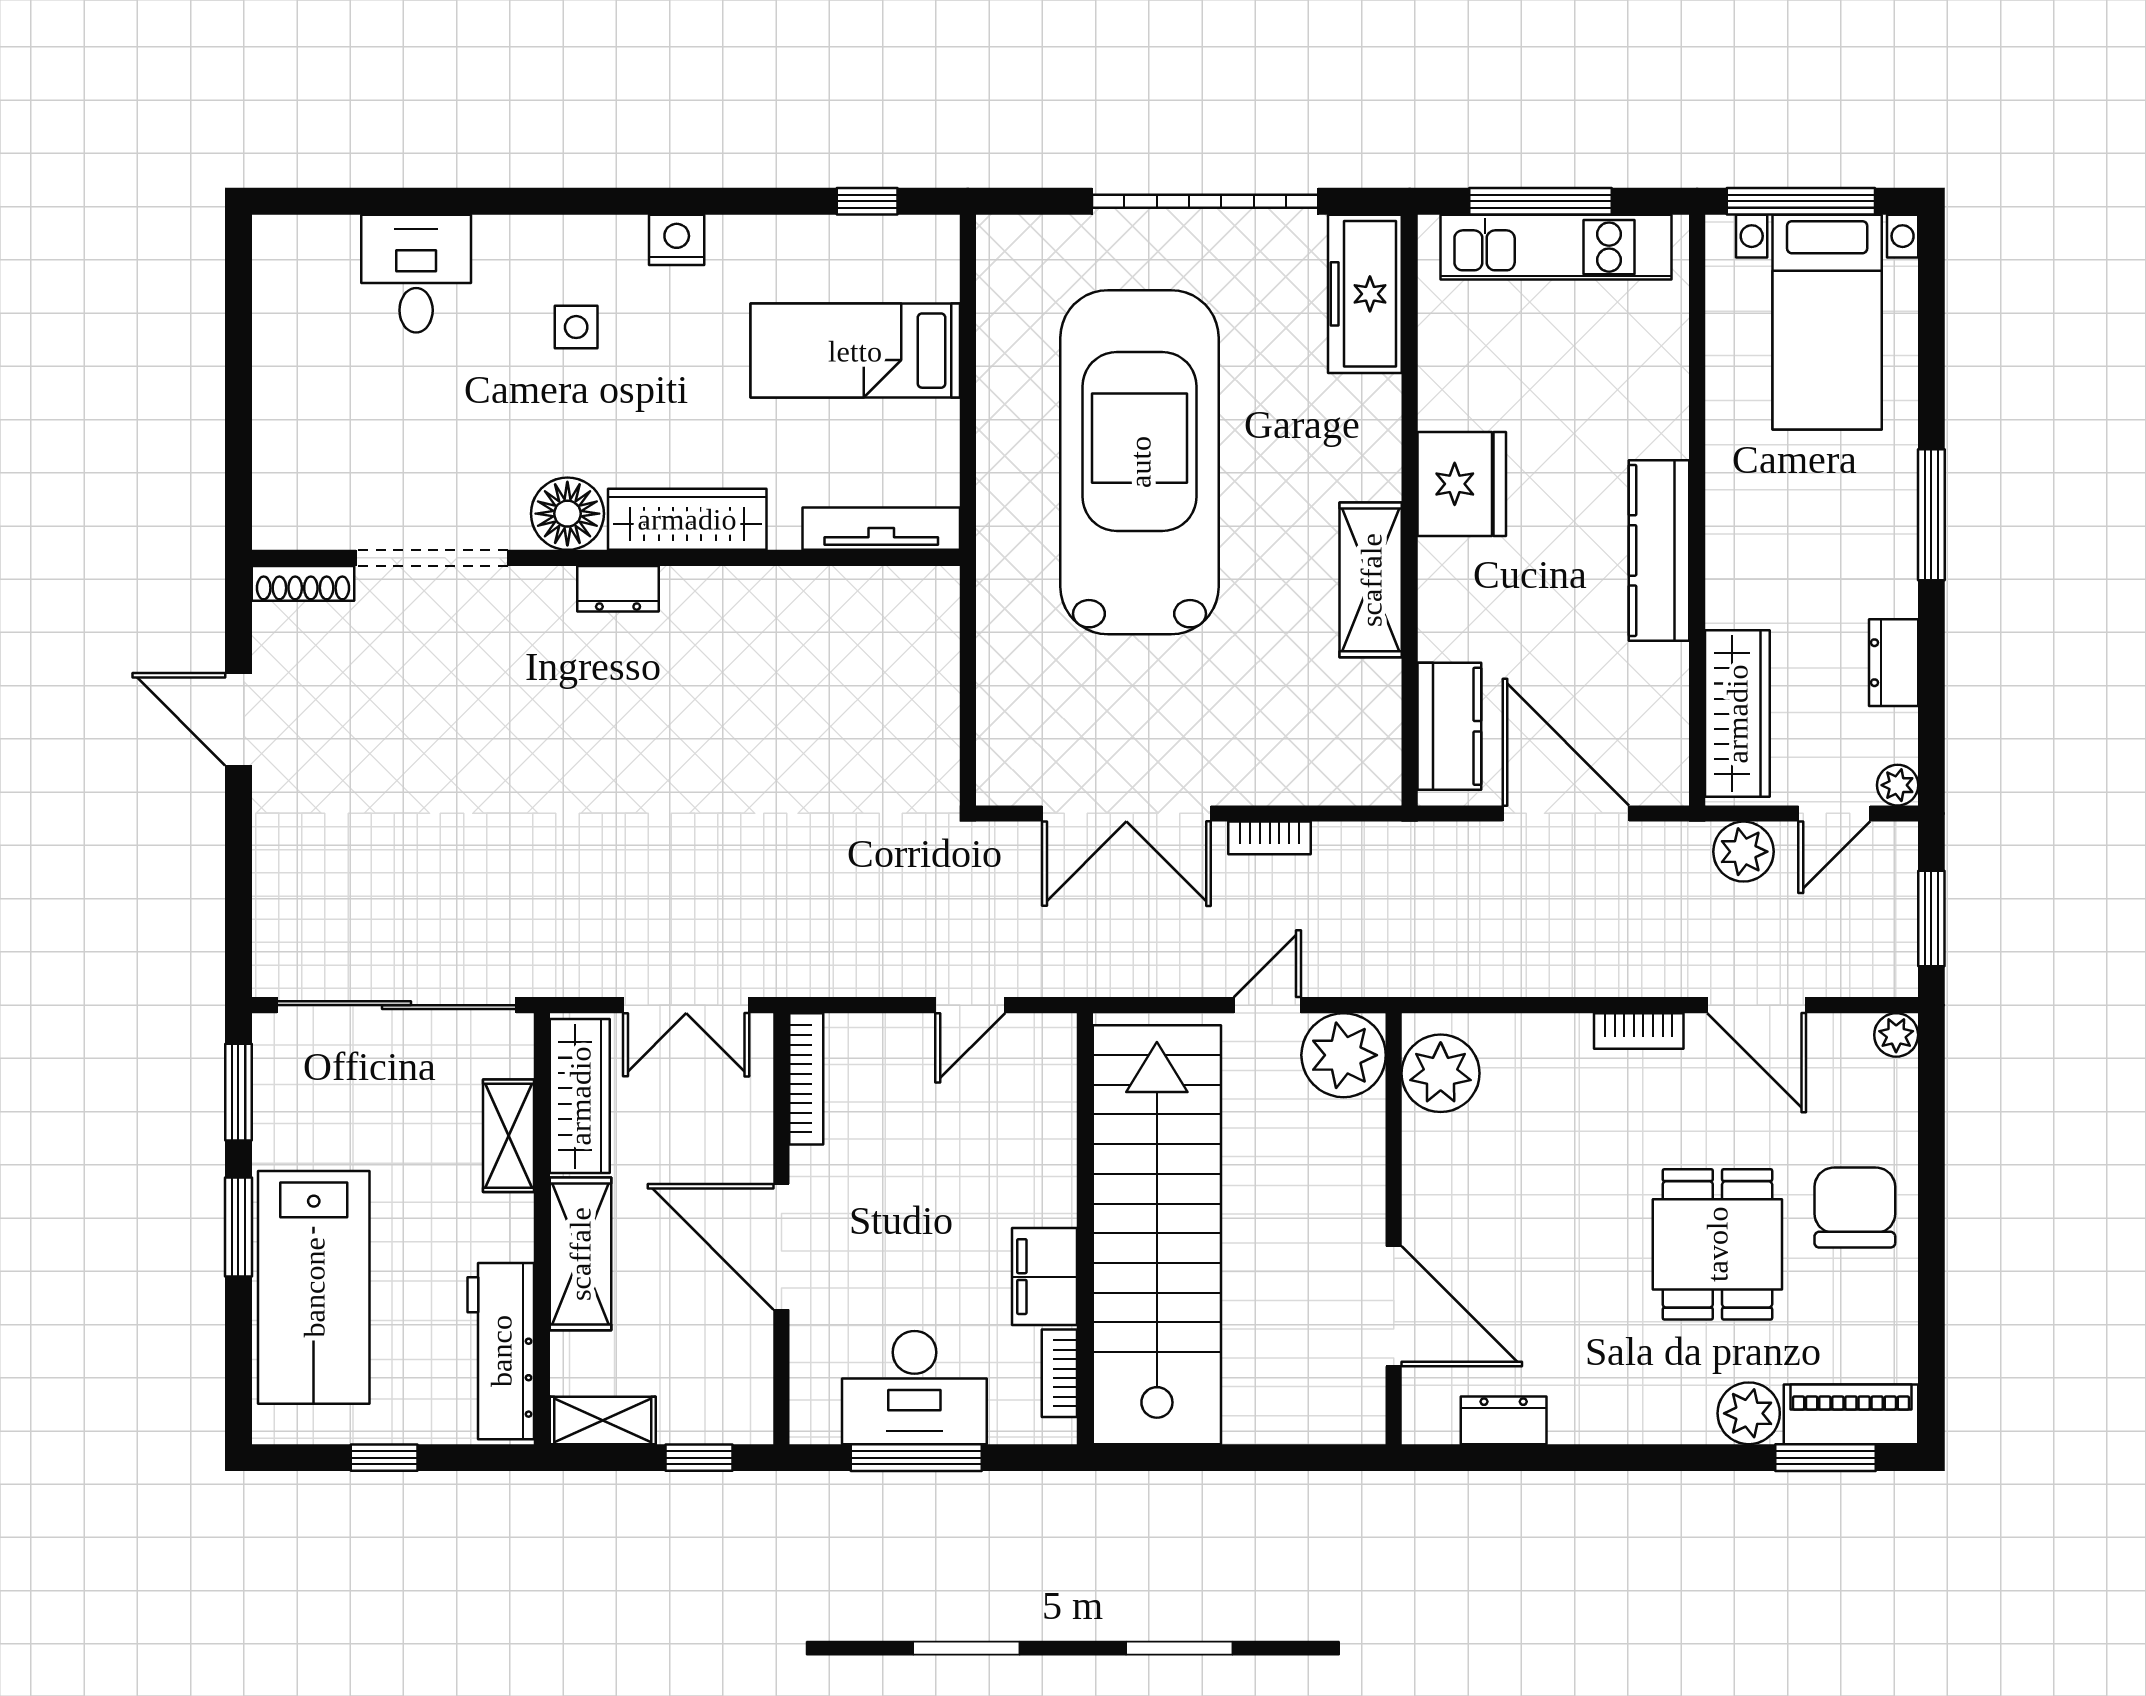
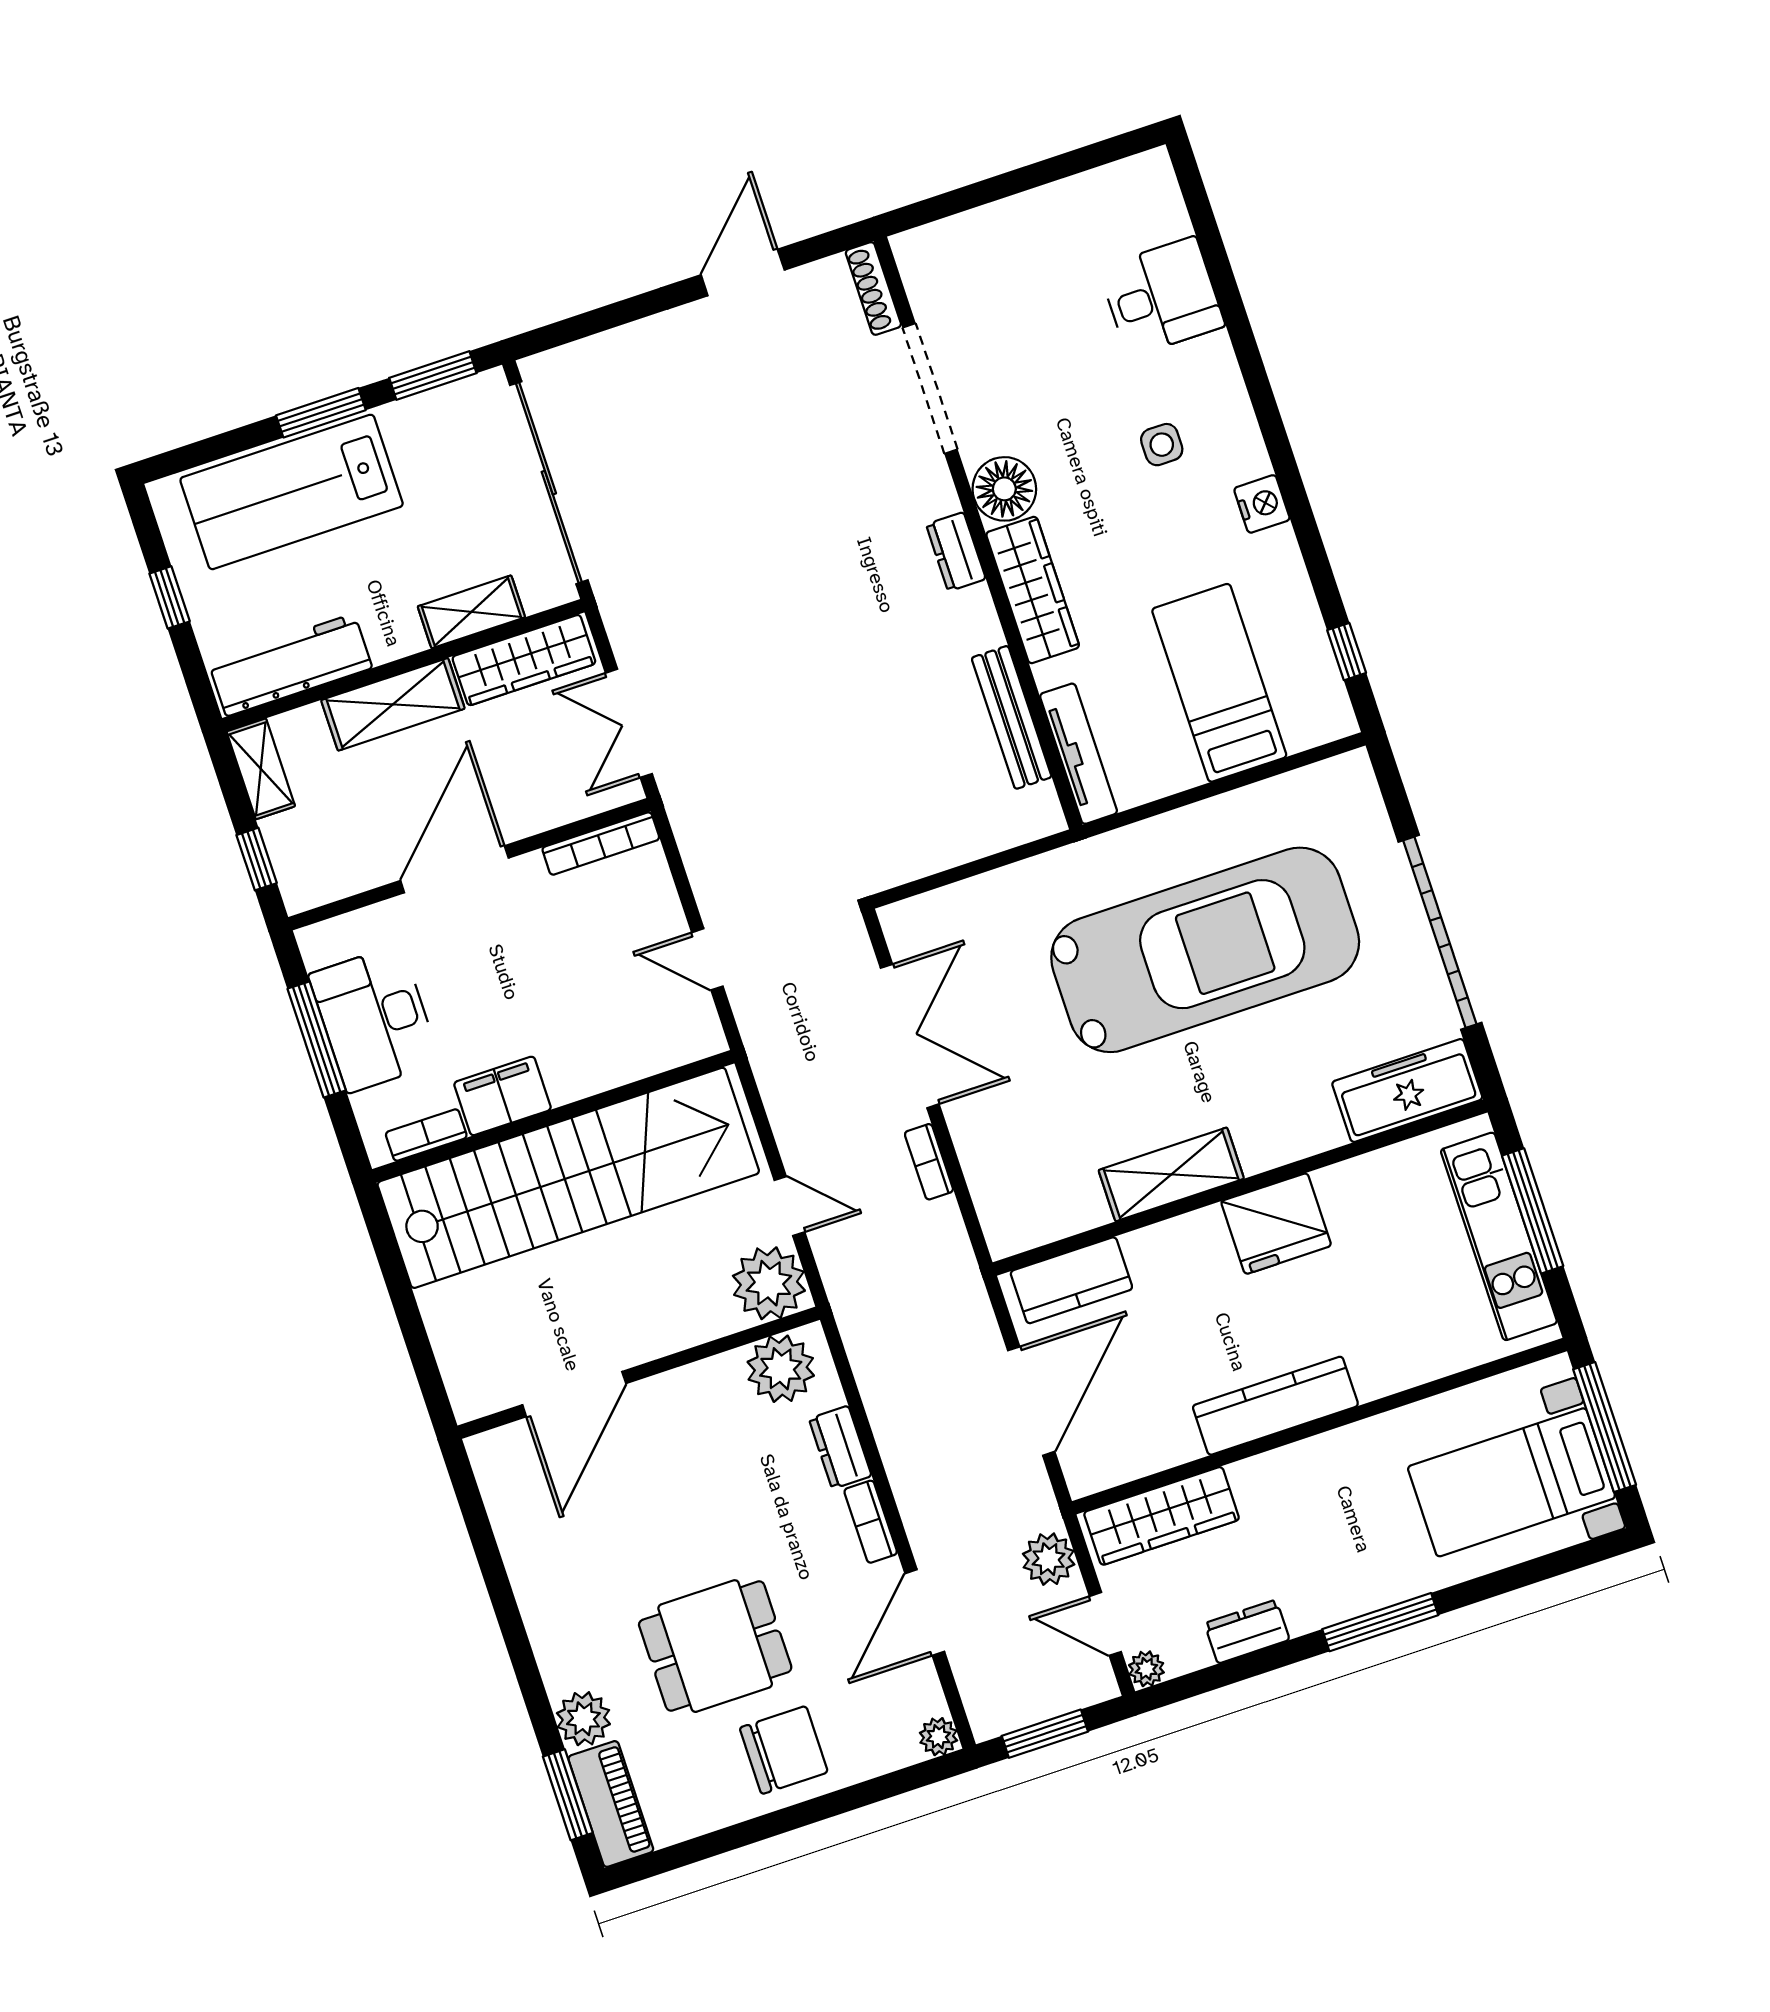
bench: (818, 588) -> (1012, 717), added
double door: (1126, 813) -> (910, 1036), swing flipped
dresser: (1504, 1420) -> (840, 1447), moved, turned 180

